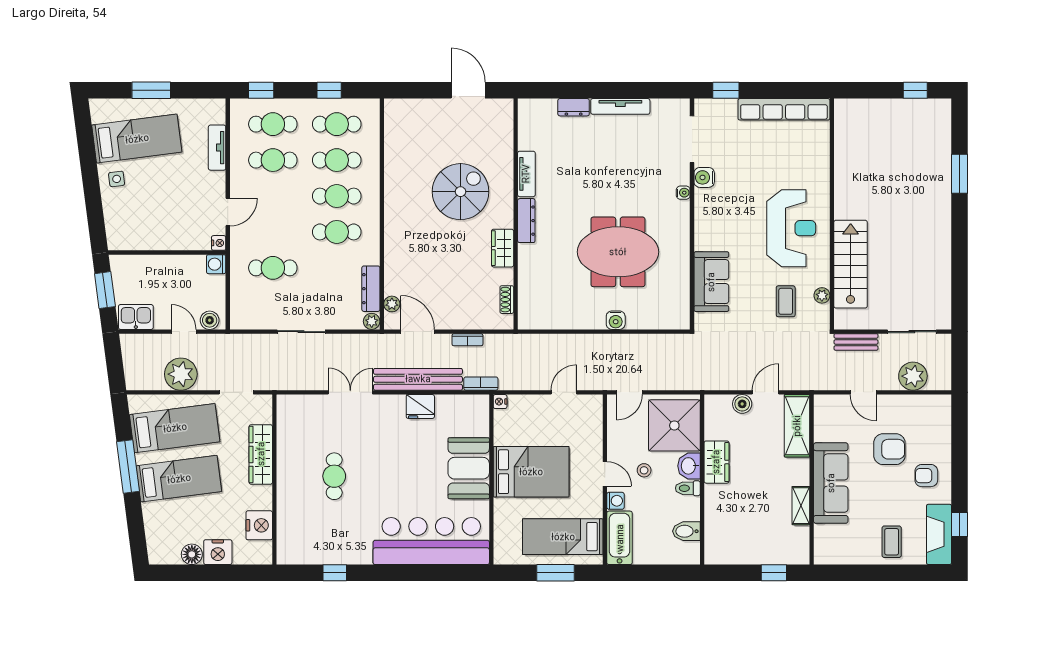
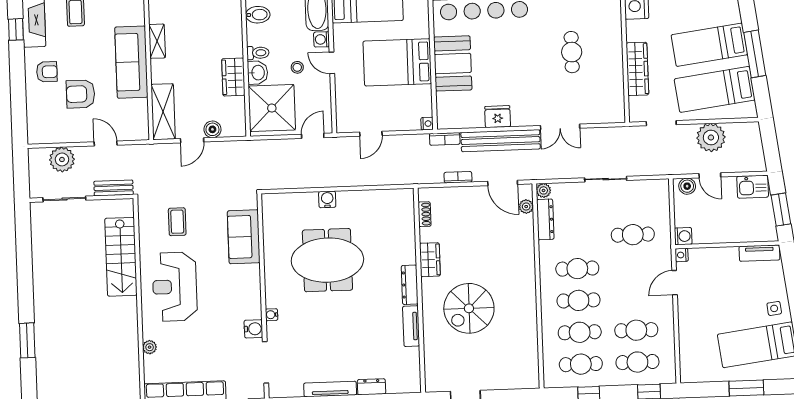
tv unit: (217, 148) -> (759, 253), moved, turned 90
plant: (822, 295) -> (150, 347), moved

